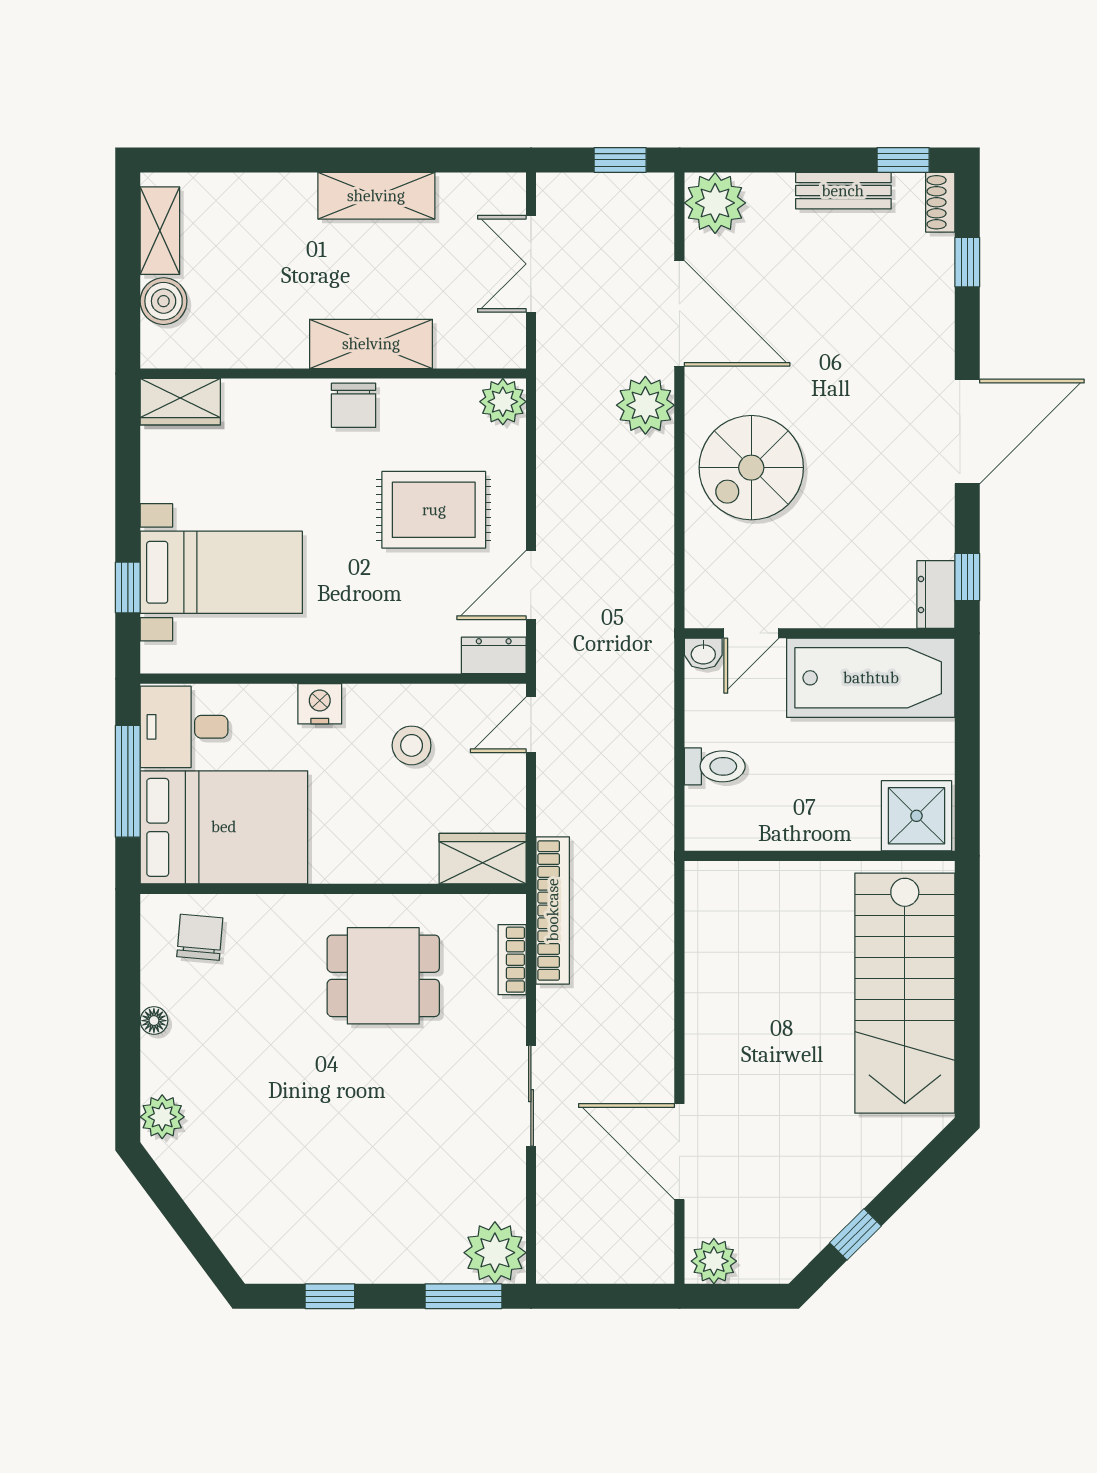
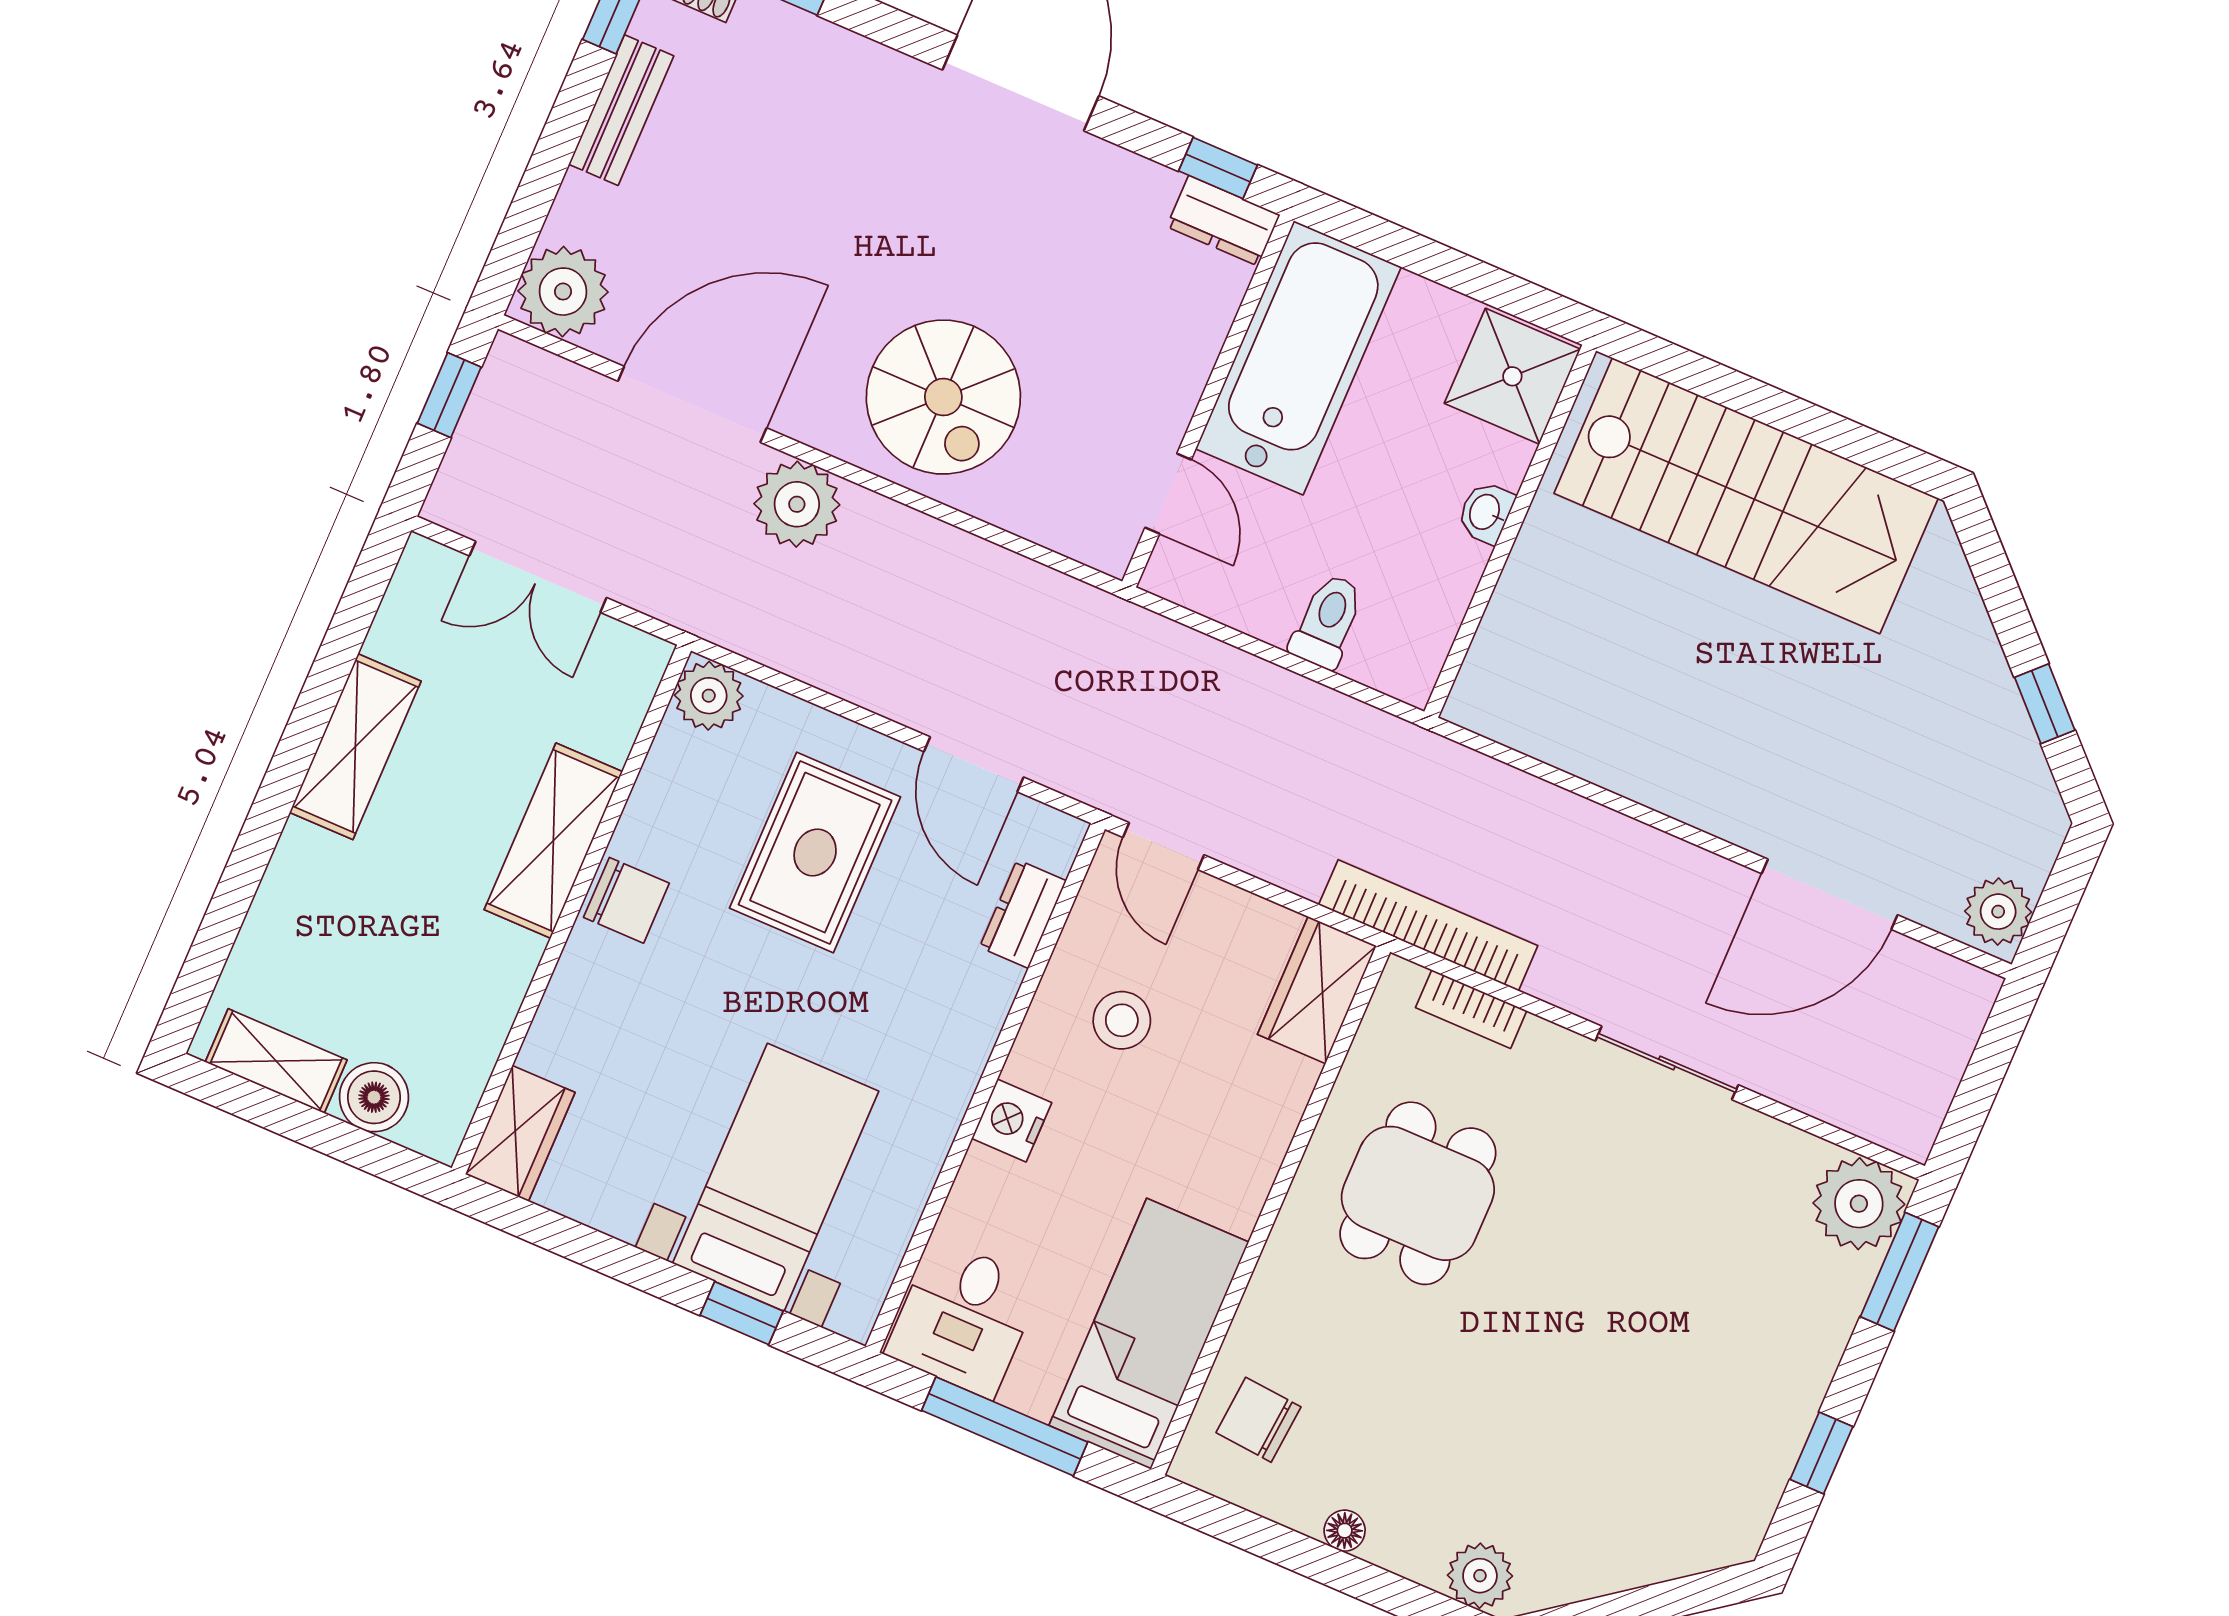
washbasin: (703, 653) -> (1486, 512), moved, turned 180
dresser: (494, 655) -> (1023, 914), moved
bed: (224, 827) -> (1149, 1334), width x0.67

